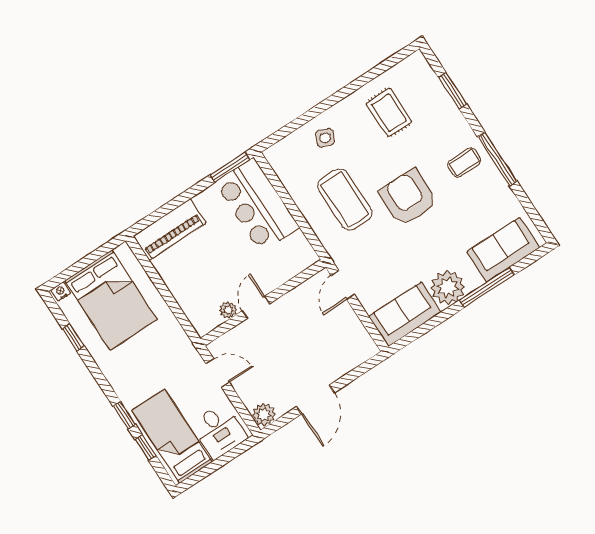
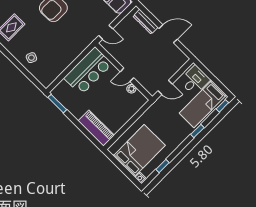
coffee table: (345, 199) -> (61, 41), removed
bar counter: (257, 205) -> (88, 71), moved
dresser: (347, 363) -> (145, 22), added
door: (218, 373) -> (165, 87), swing flipped
plant: (264, 415) -> (182, 59), removed
window: (145, 448) -> (222, 106), moved

